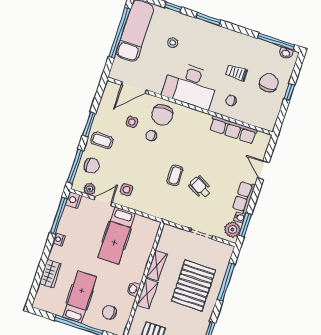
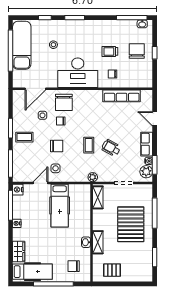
chair: (92, 166) -> (57, 146), moved
plant: (90, 189) -> (93, 177), moved
shelving: (157, 266) -> (98, 197), moved
hospital bed: (80, 297) -> (32, 272), moved, turned 90

